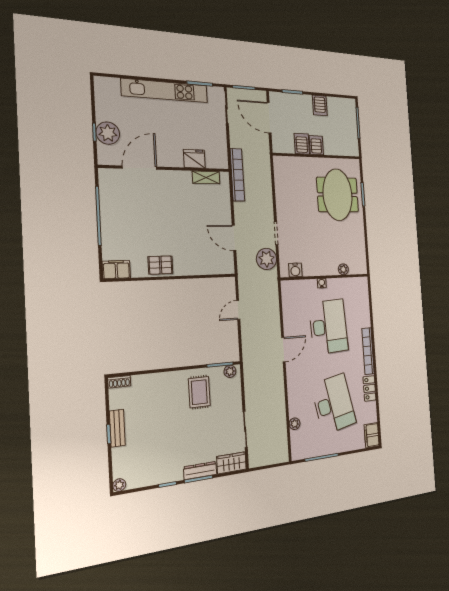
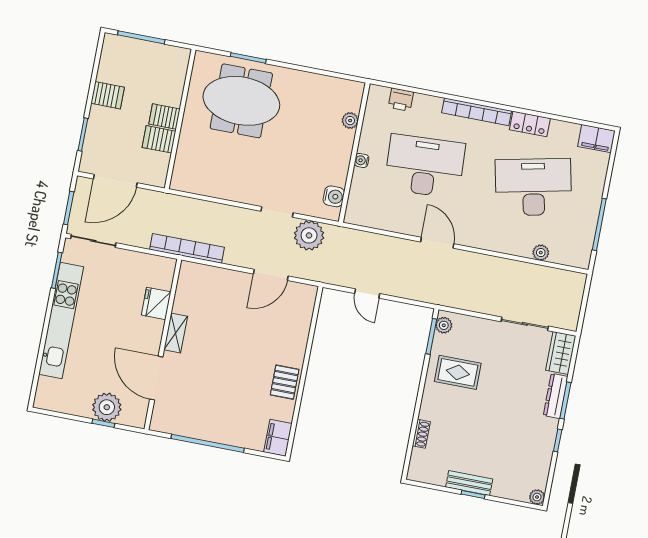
shelving: (206, 177) -> (176, 333), moved
printer: (363, 299) -> (401, 100), added
shoe rack: (119, 382) -> (421, 434), moved

